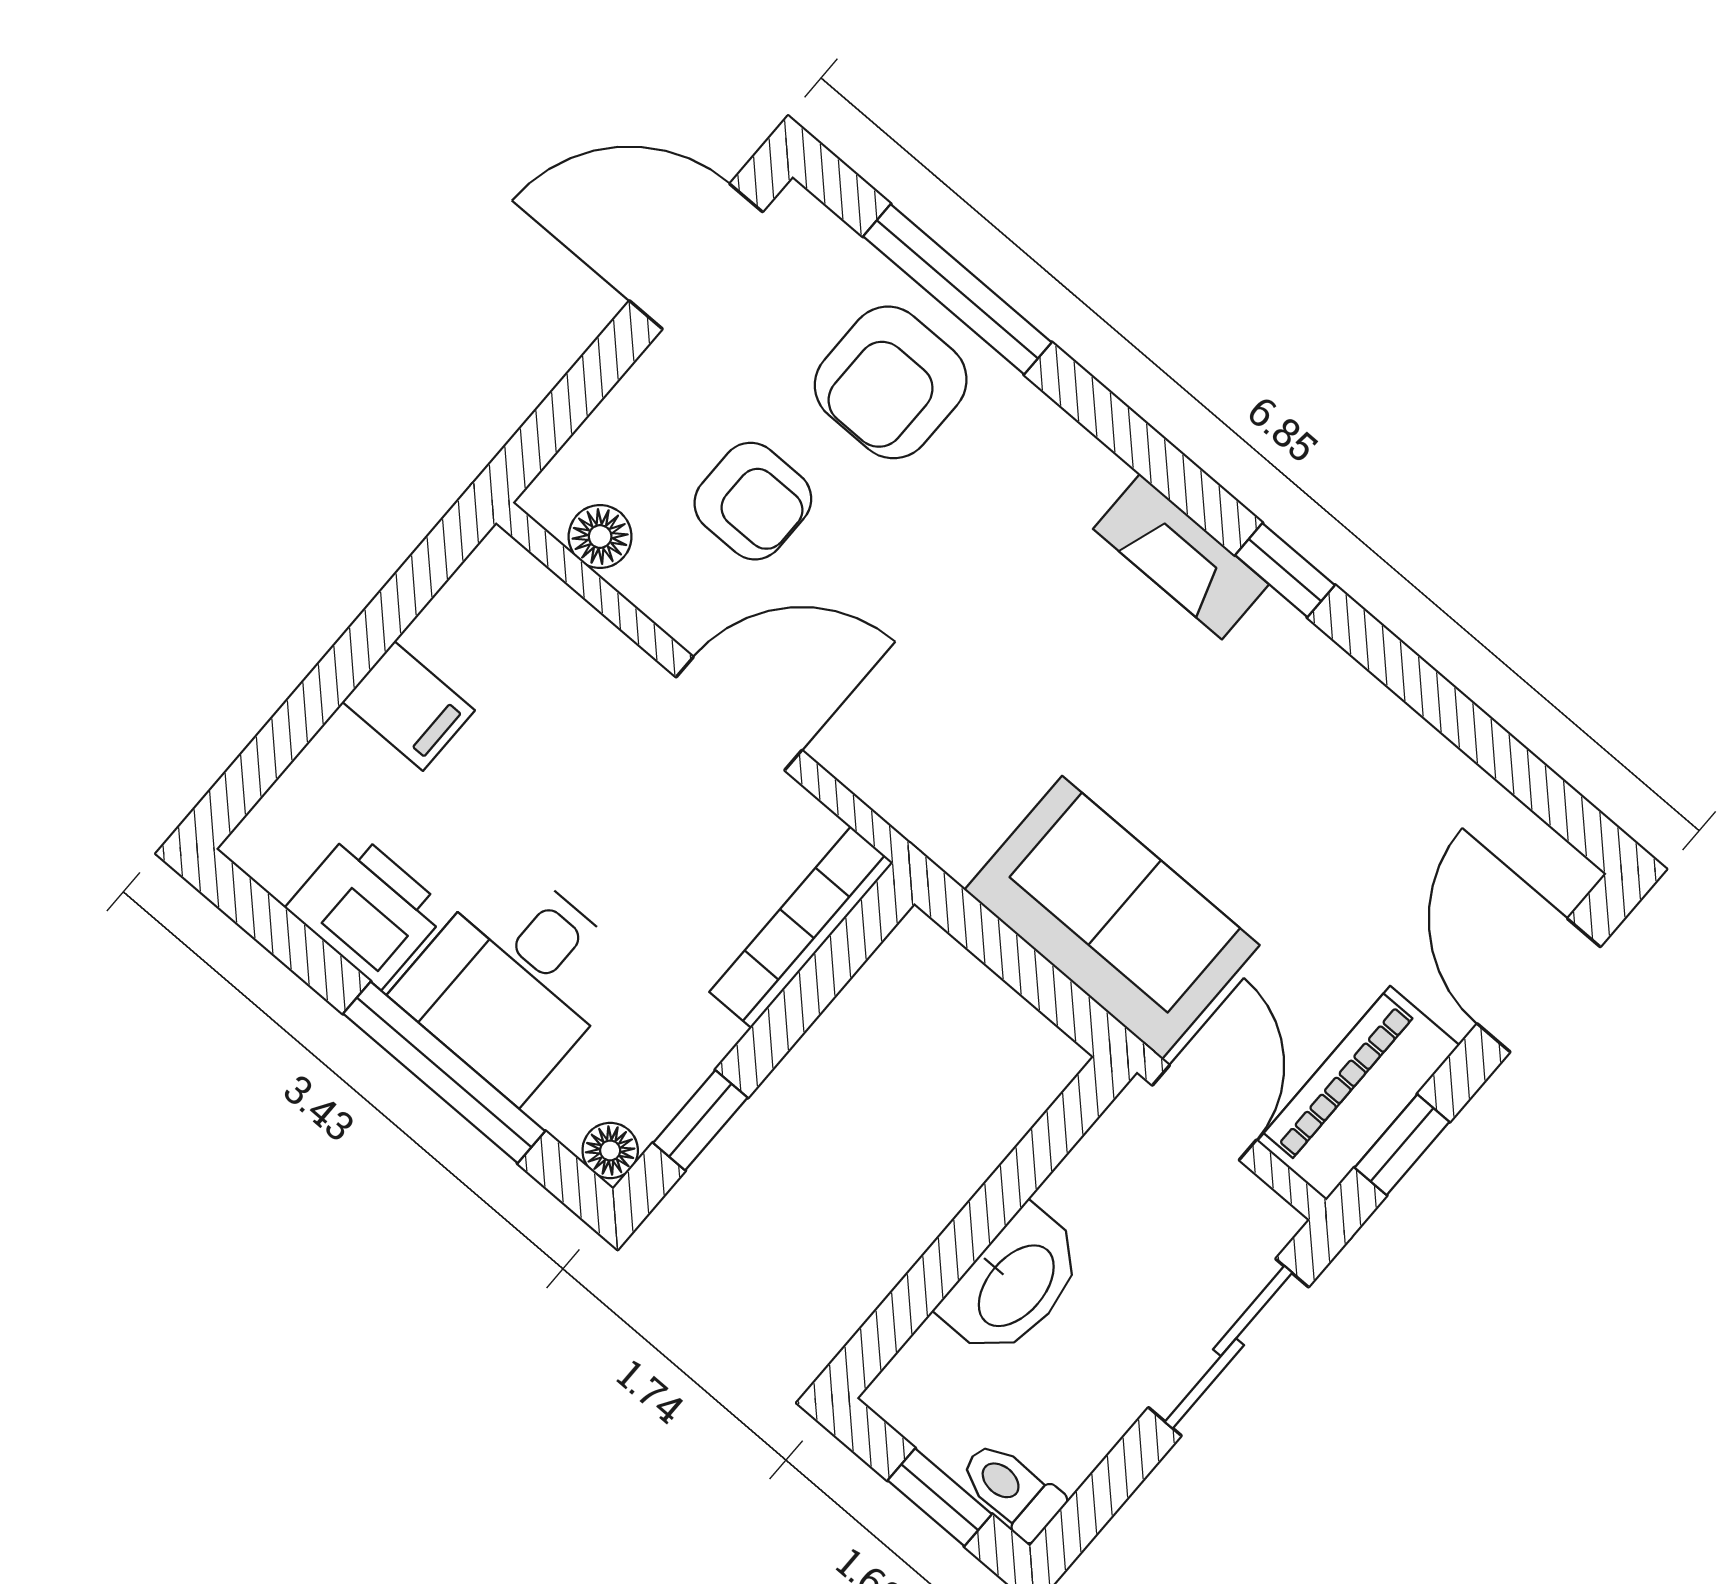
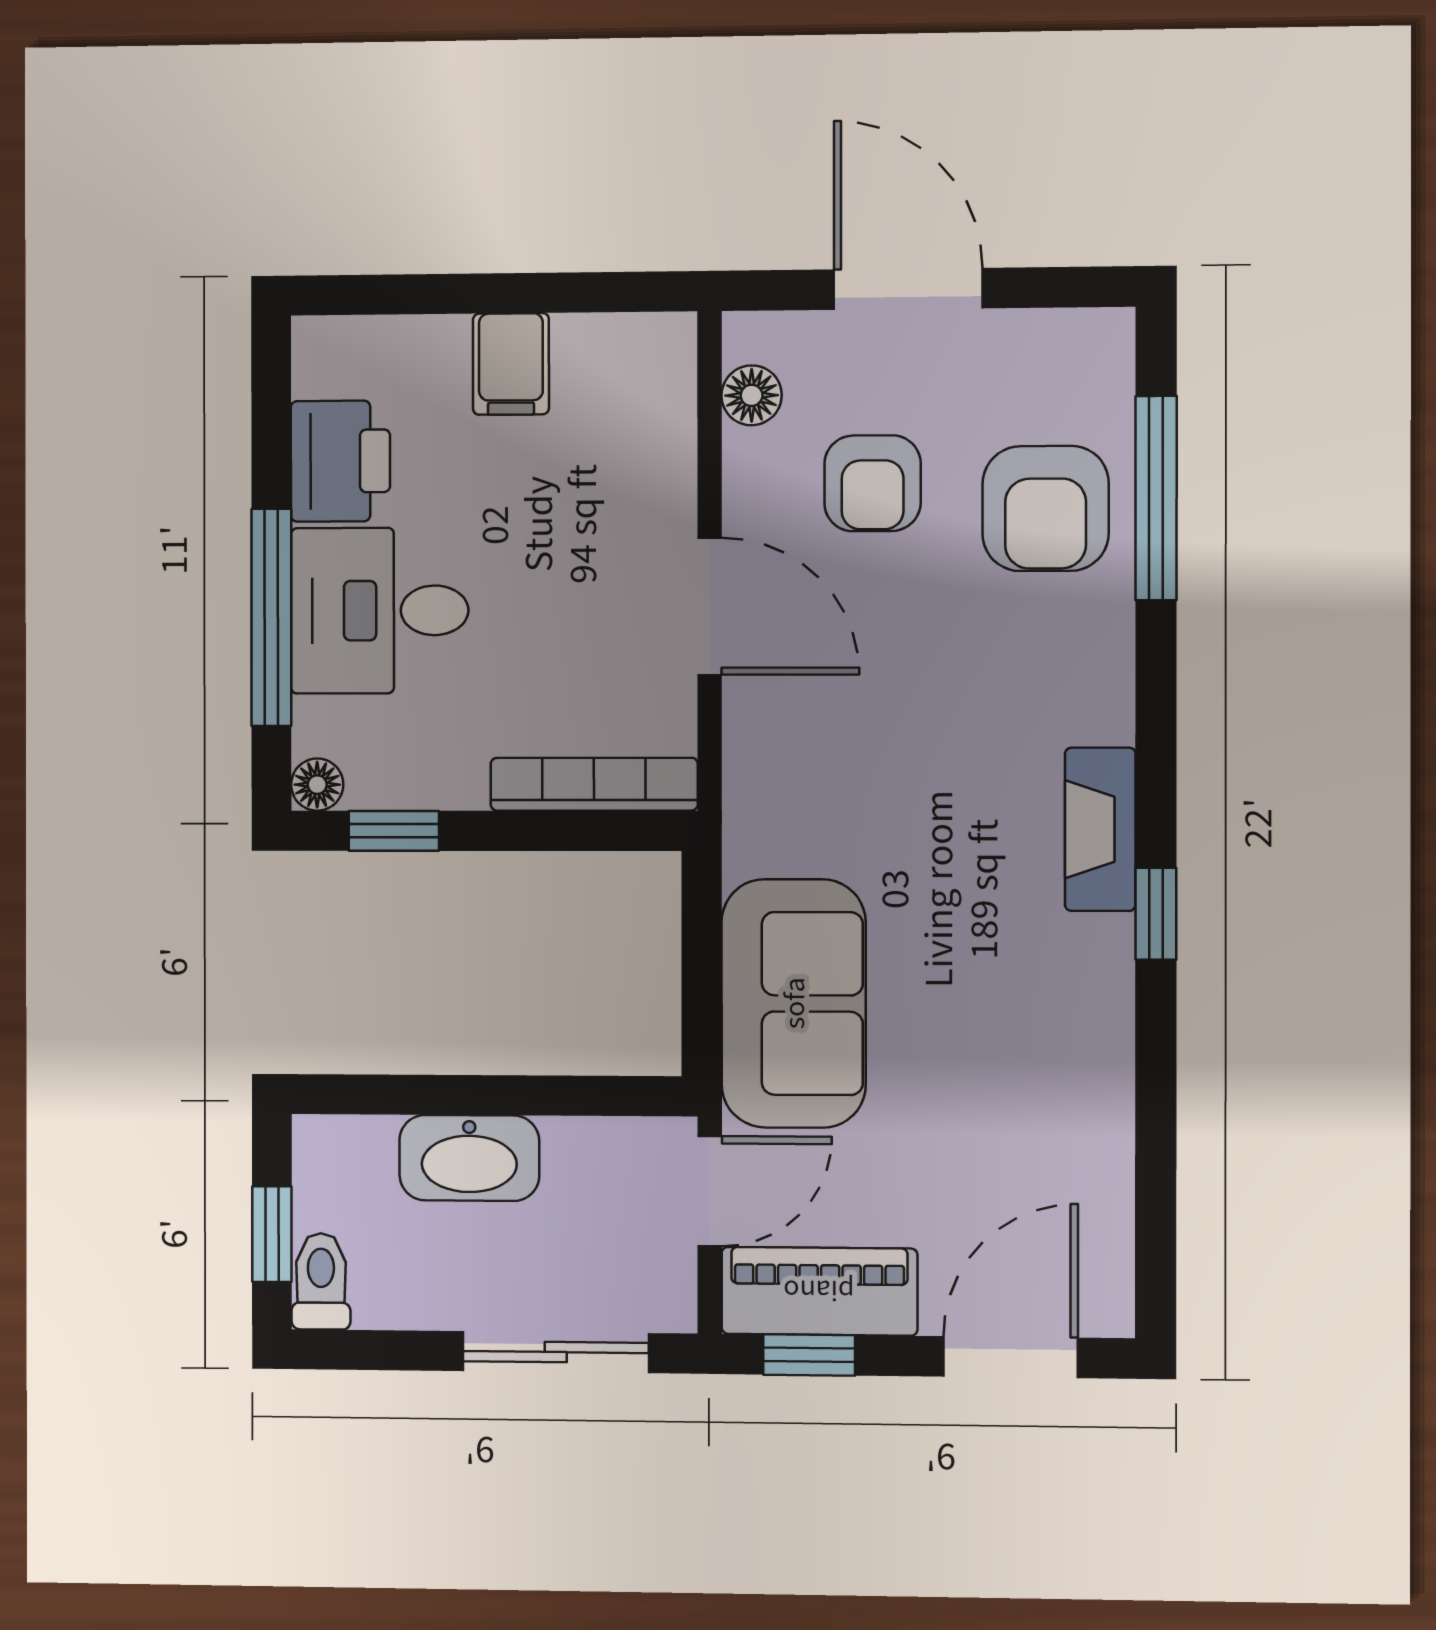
door: (696, 256) -> (908, 289), moved
armchair: (891, 382) -> (1046, 509), turned -90

